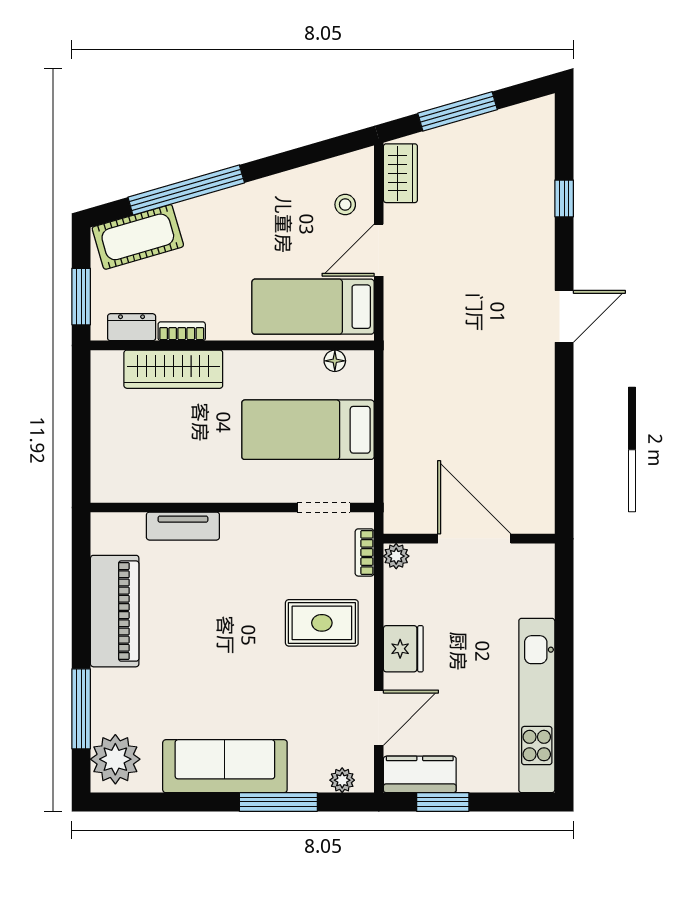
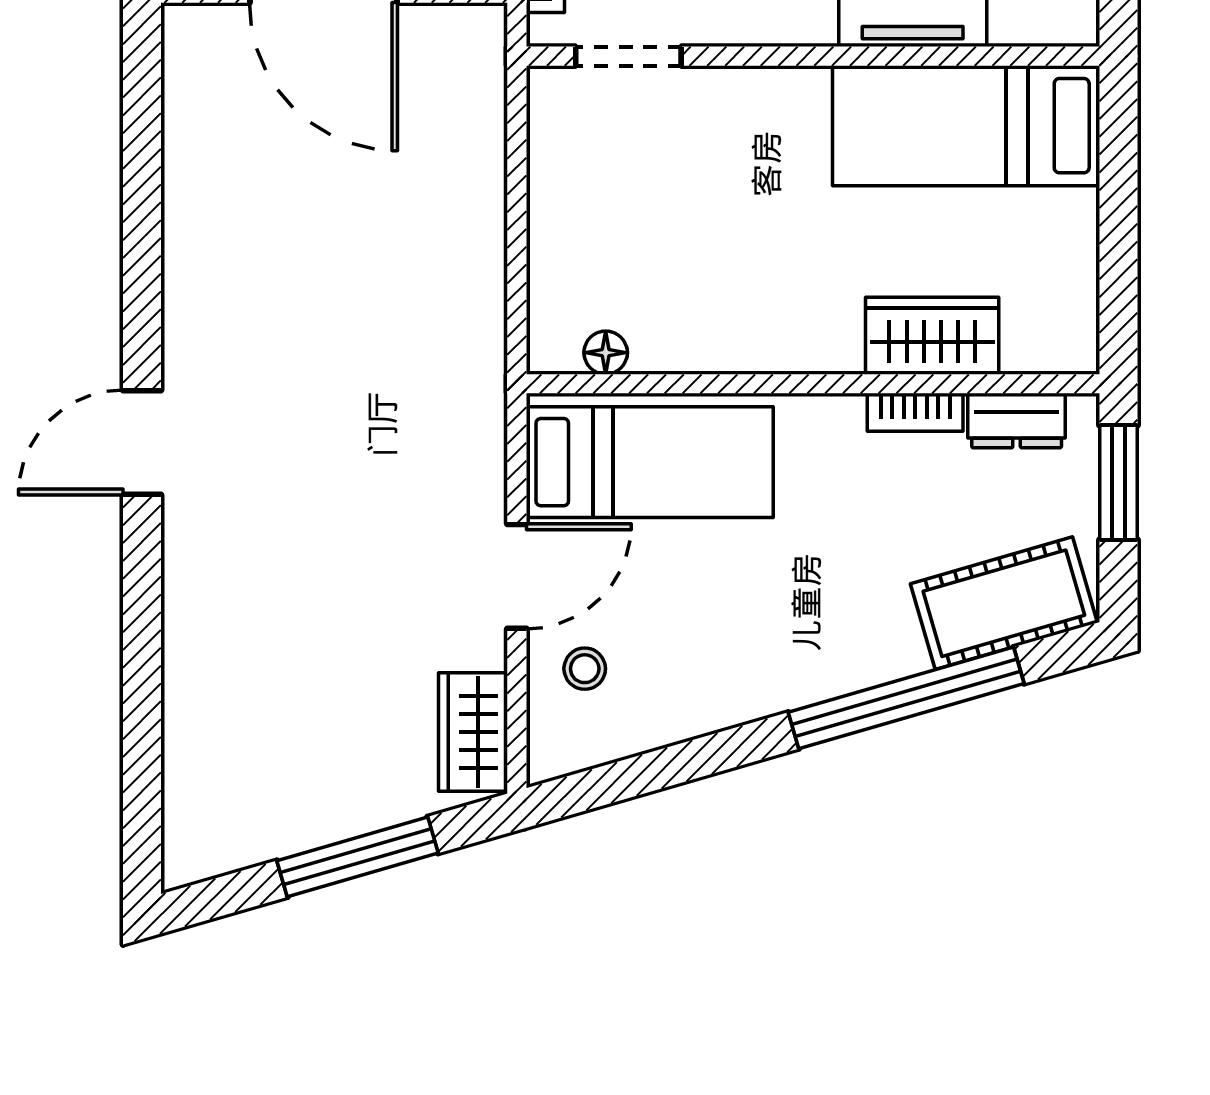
window: (564, 198) -> (142, 681), removed
wardrobe: (173, 369) -> (932, 336), width x0.67
bed: (308, 430) -> (966, 126), moved, turned 180

